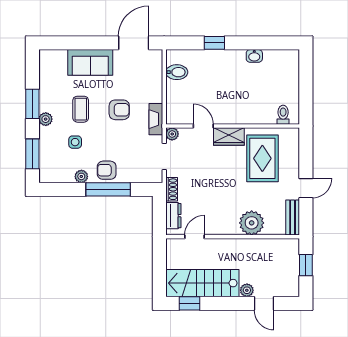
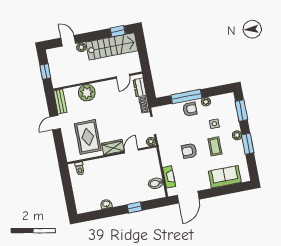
sofa: (90, 62) -> (225, 177), moved
fireplace: (156, 119) -> (169, 177), moved
door: (203, 126) -> (131, 151), swing flipped

